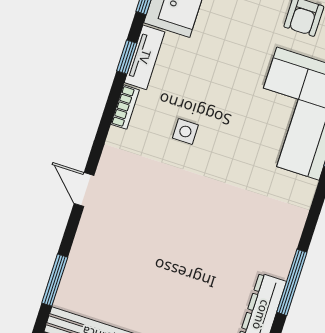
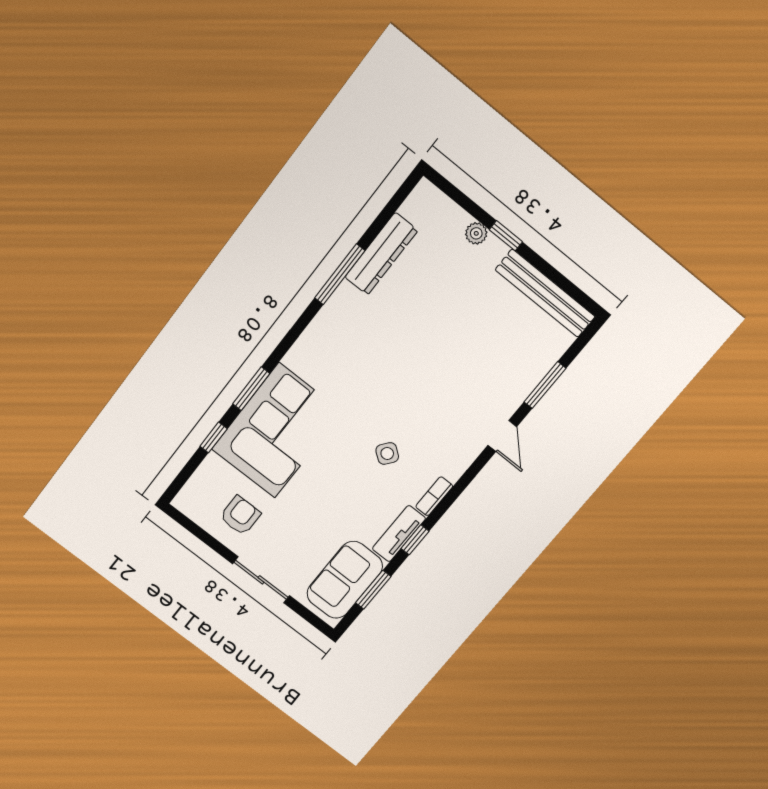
side table: (185, 132) -> (387, 453), turned 37
window: (55, 280) -> (545, 385), moved

